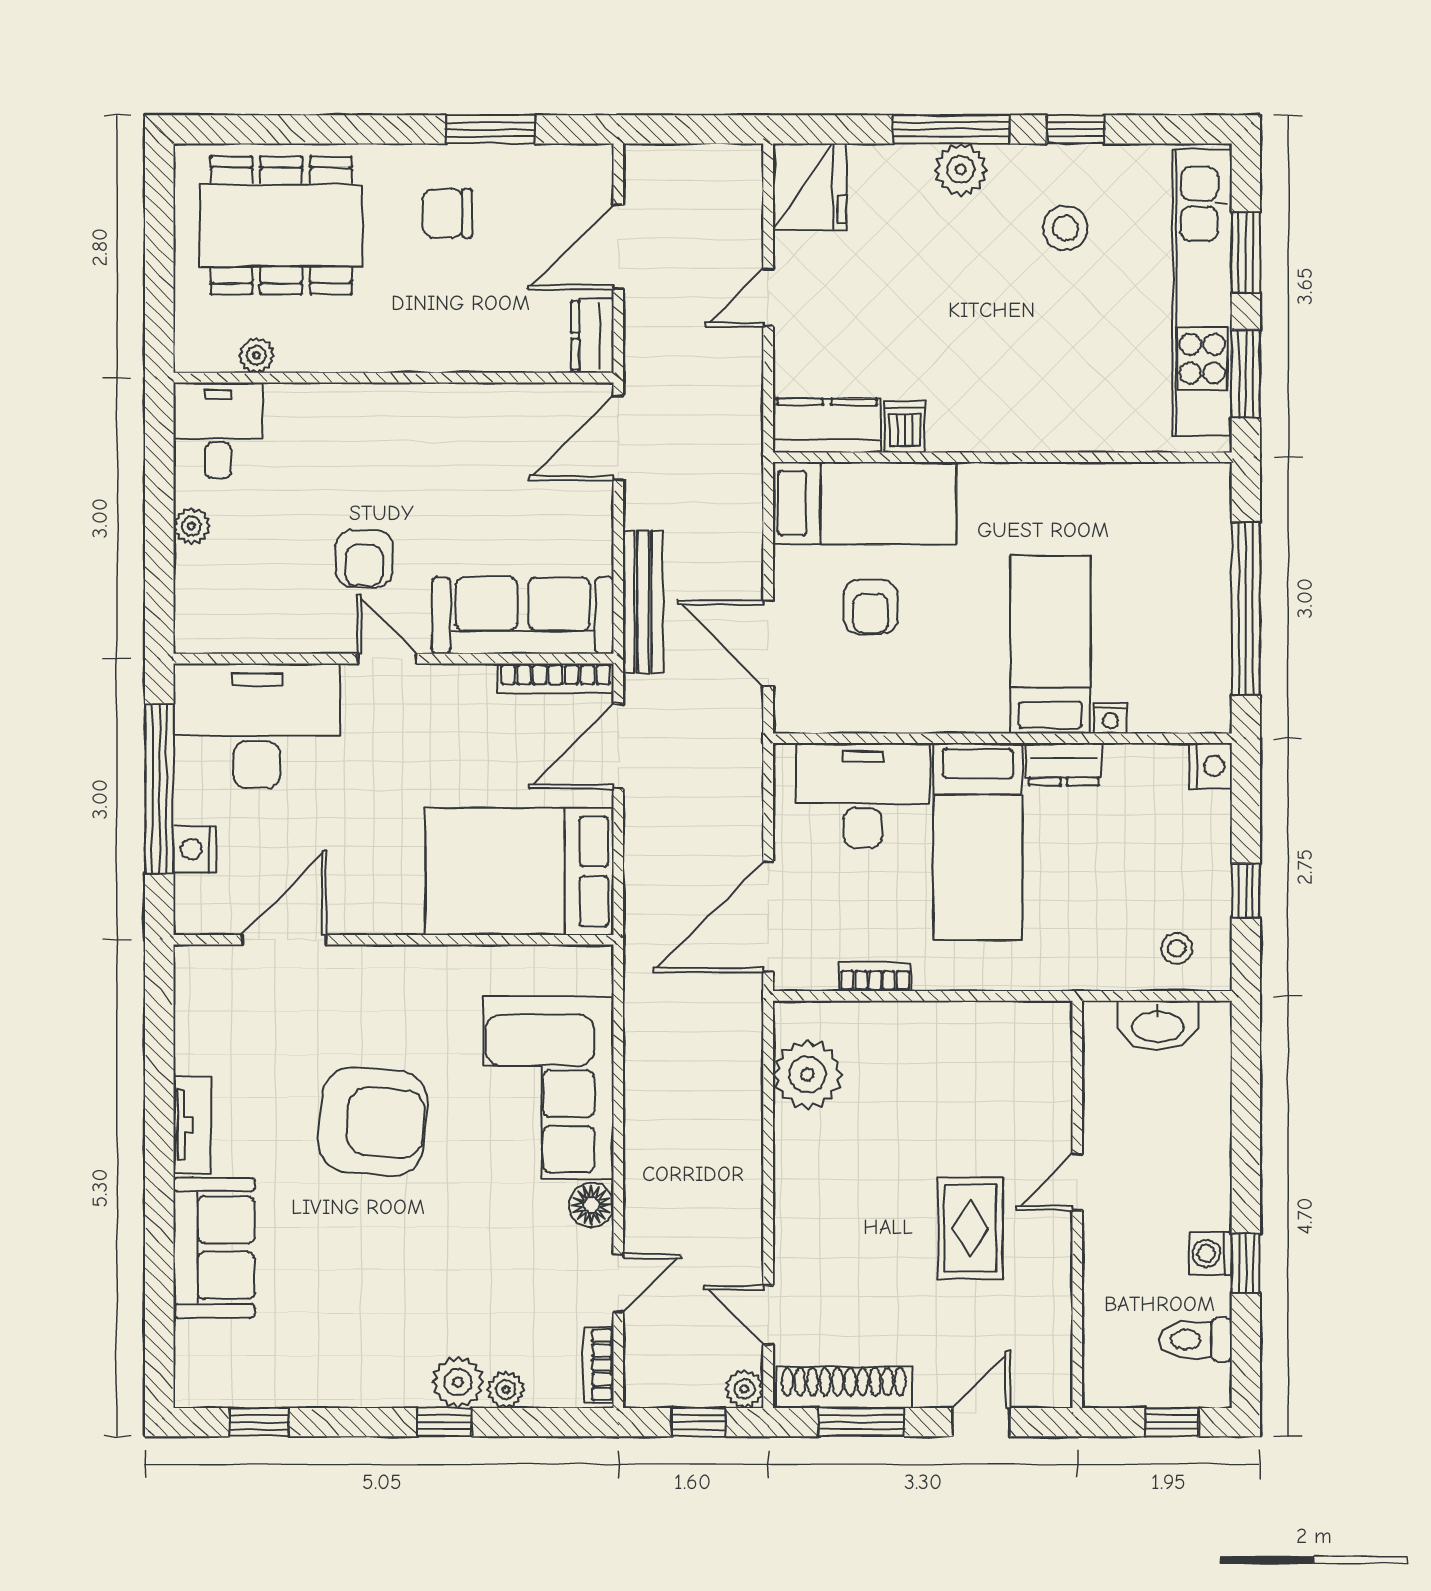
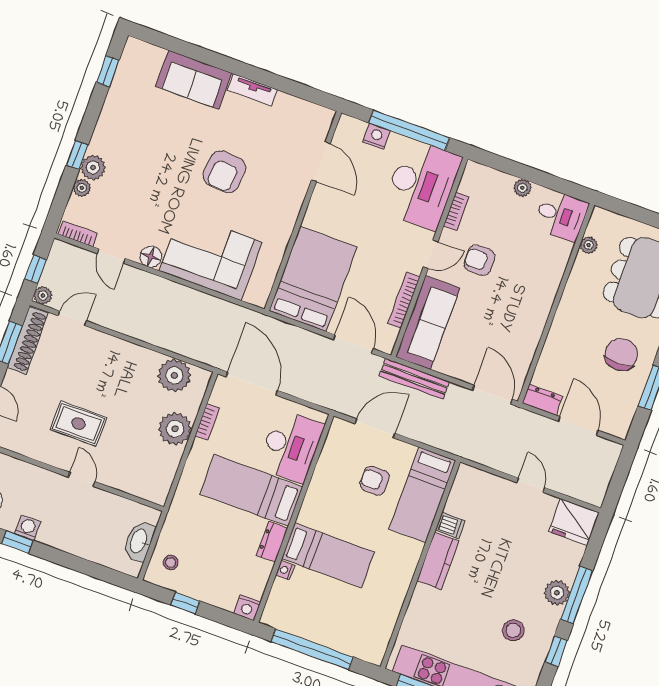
chair: (447, 213) -> (621, 354), width x1.37, depth x1.37
kitchen counter: (827, 426) -> (438, 561), moved
bookcase: (285, 639) -> (456, 211), added
bookcase: (556, 678) -> (404, 300), moved
plant: (912, 1035) -> (175, 429), added
armchair: (373, 1122) -> (224, 172), width x0.73, depth x0.73

